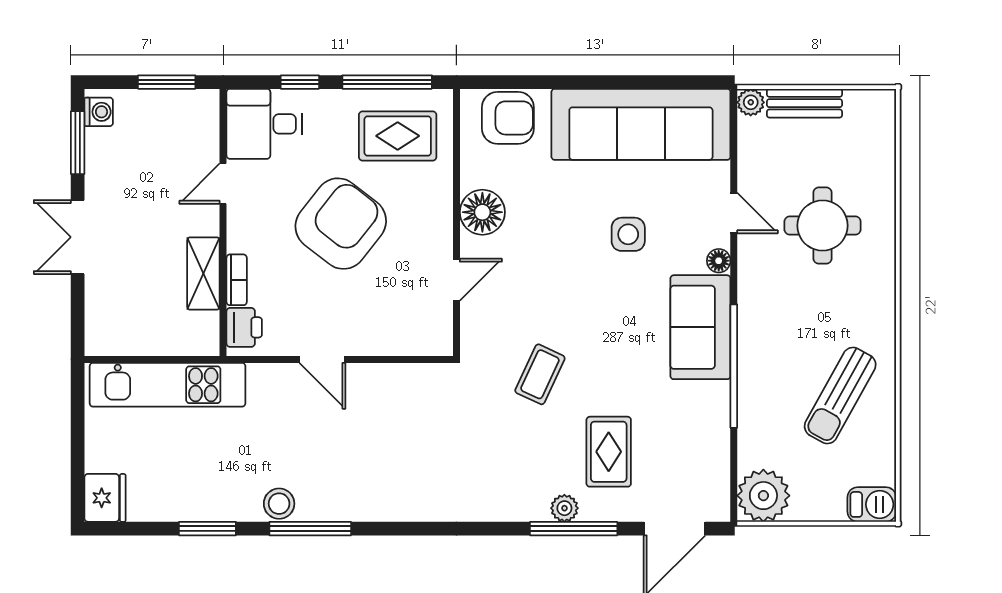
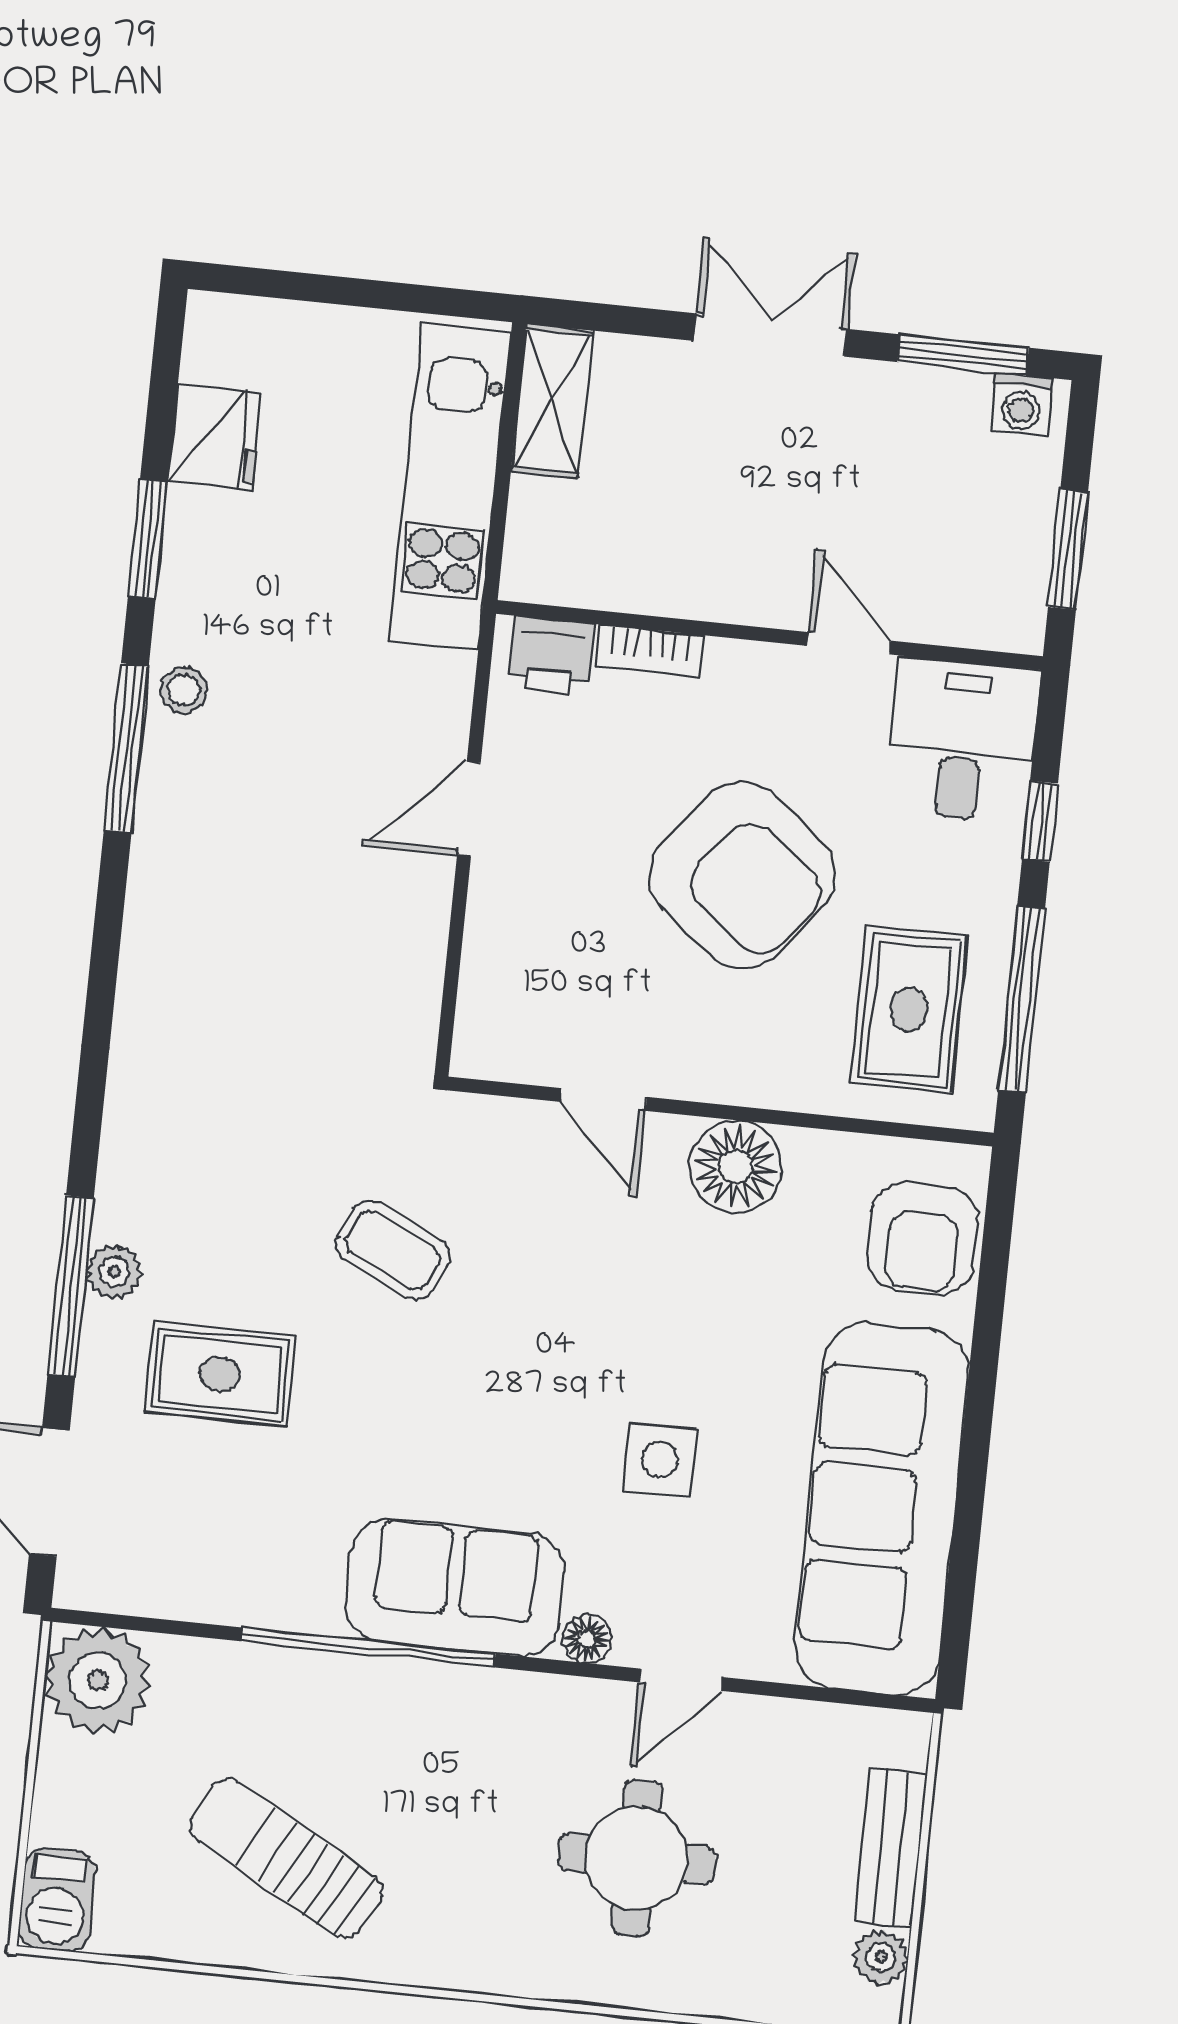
plant: (751, 102) -> (881, 1957), moved
shelving: (203, 274) -> (552, 401), moved, turned 90
fridge: (105, 498) -> (215, 437), moved, turned -90
stool: (279, 504) -> (184, 690), width x0.73, depth x0.73

